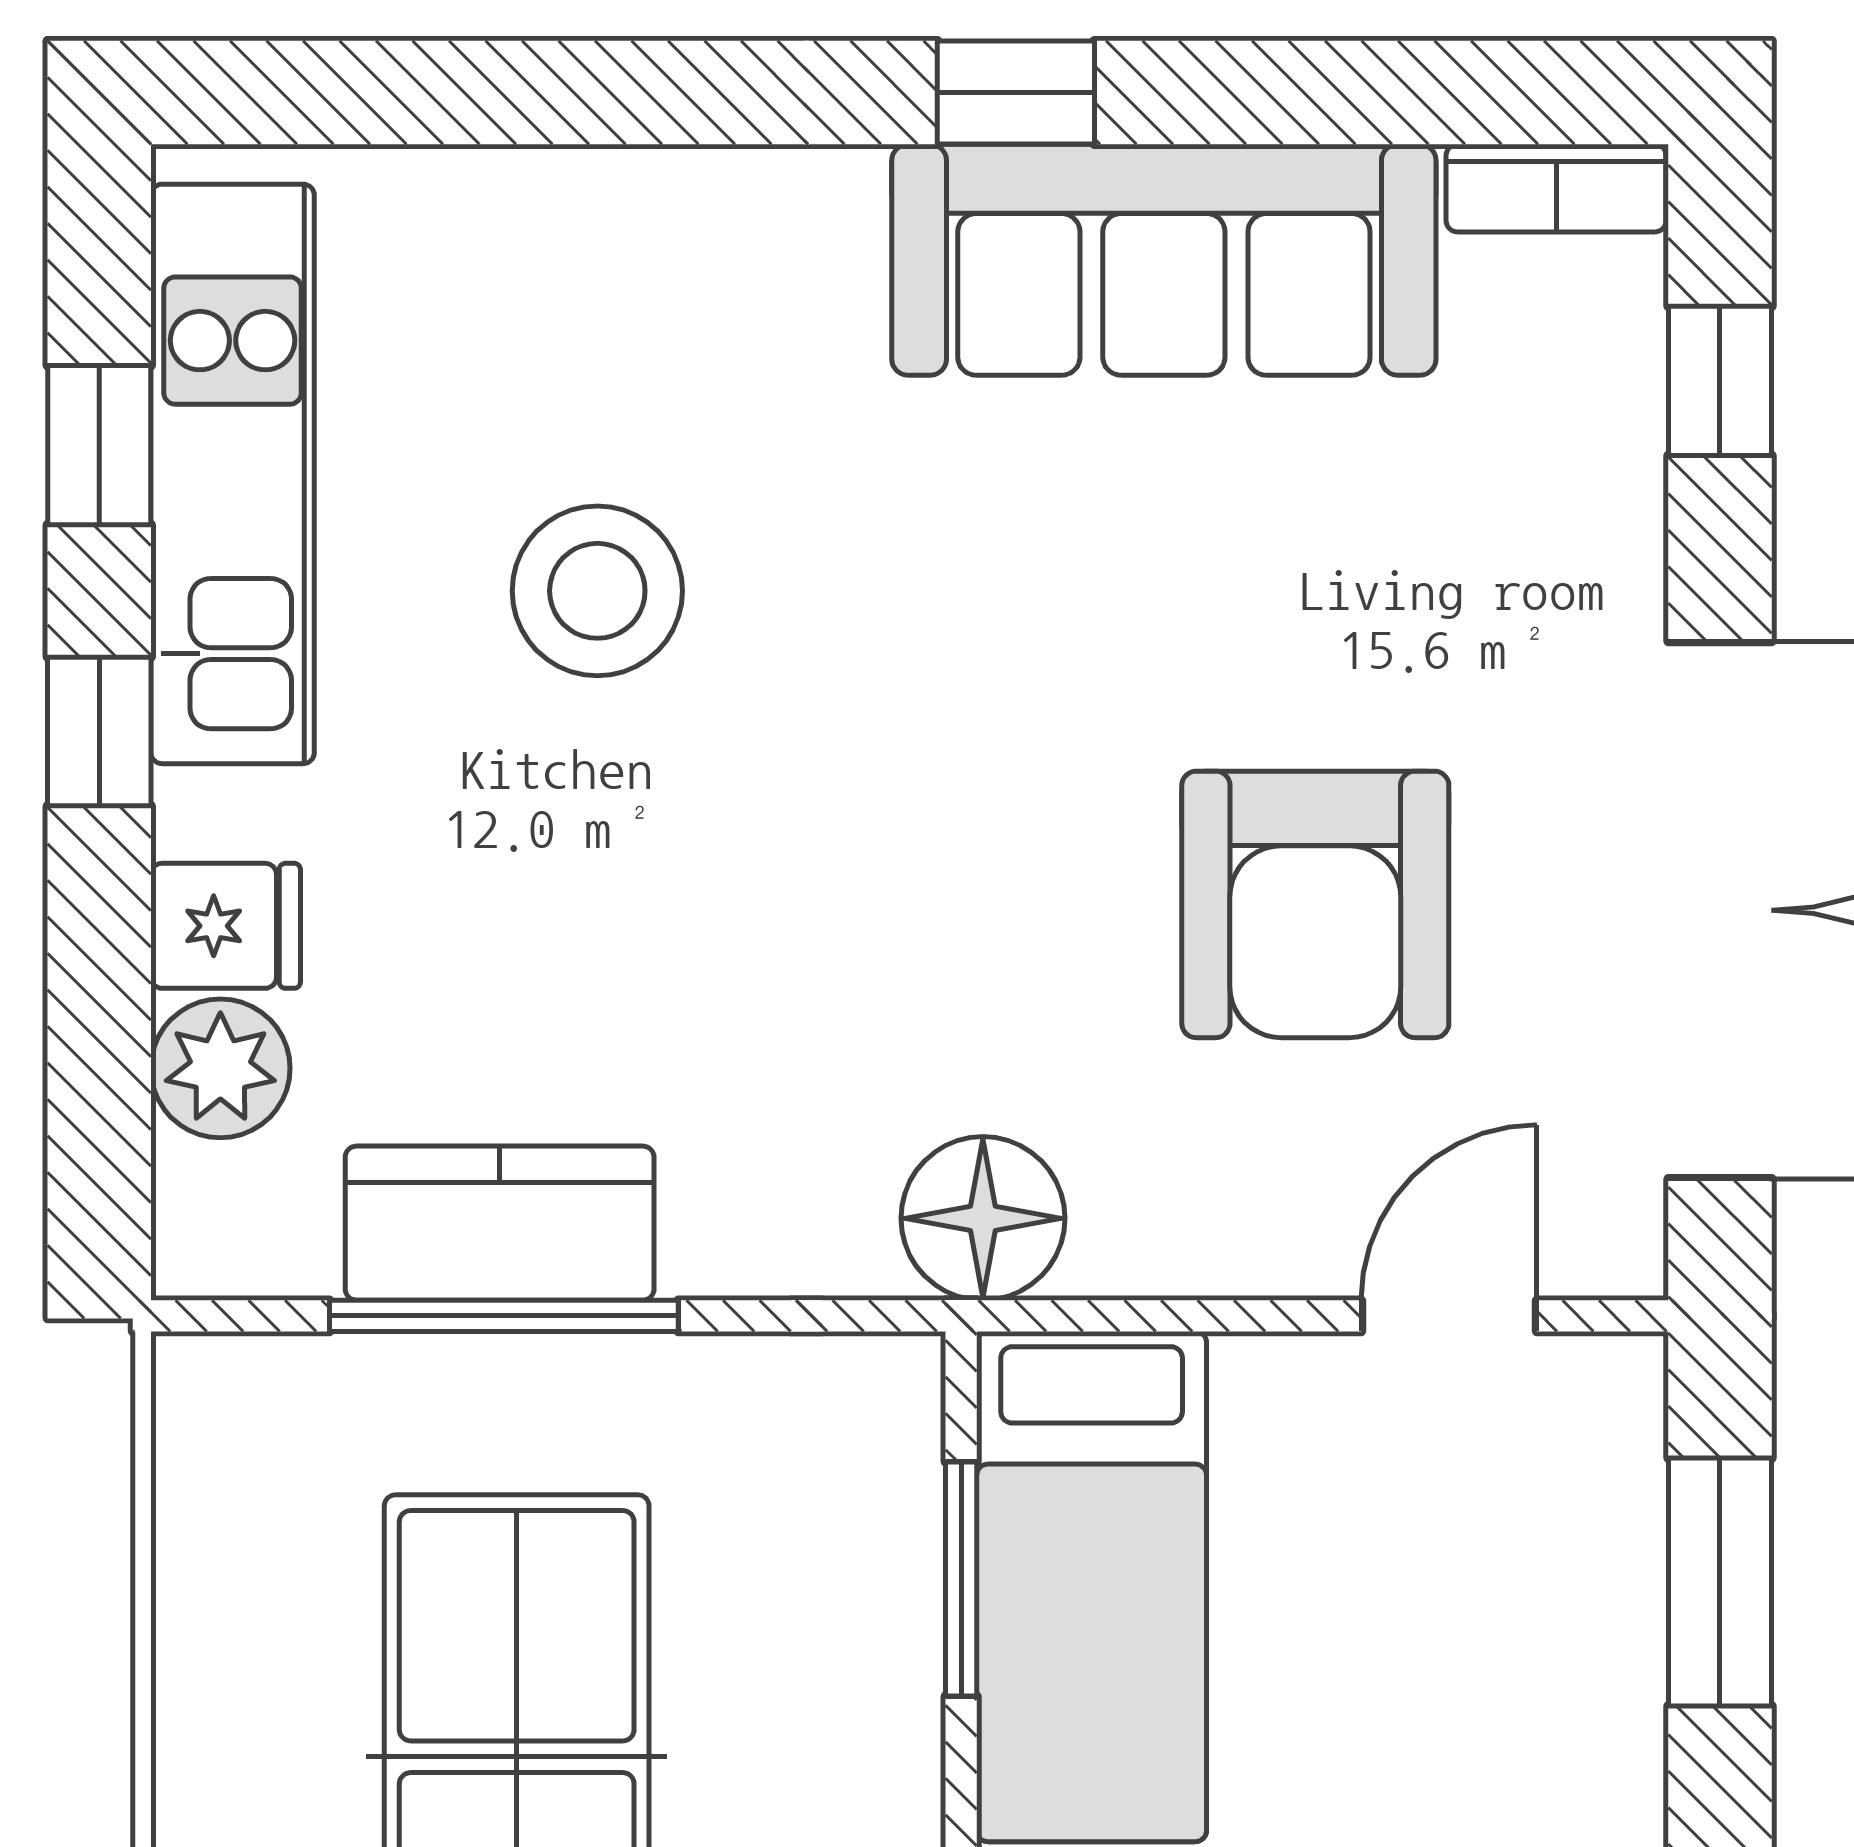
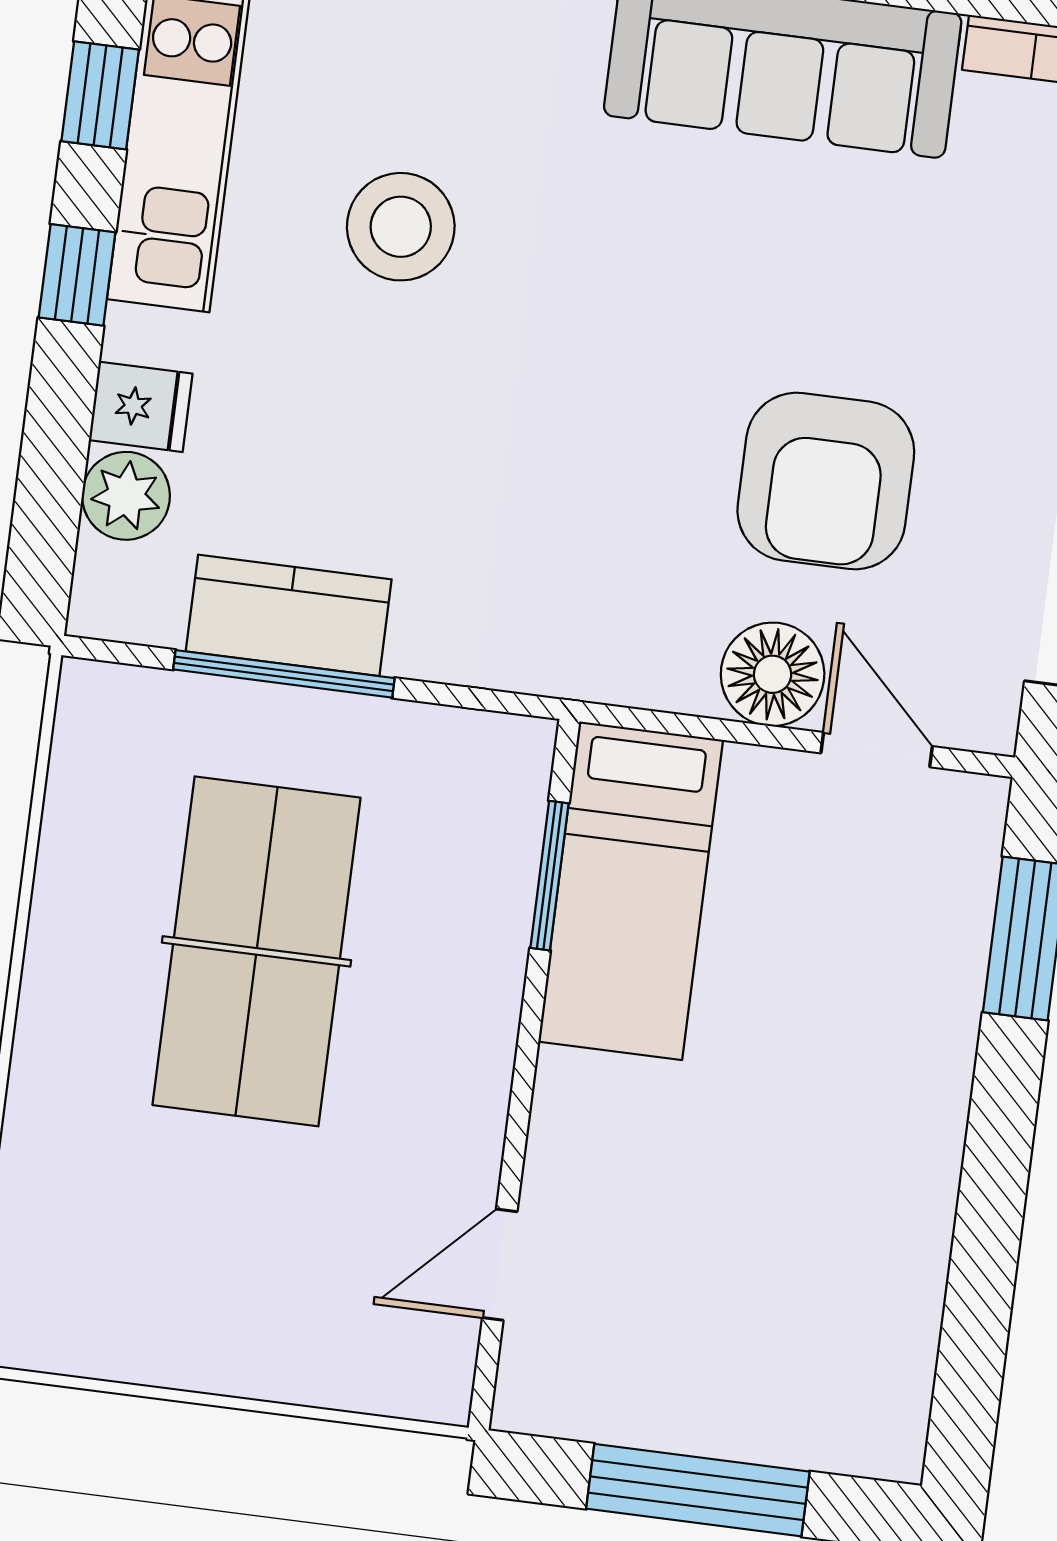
floor lamp: (983, 1218) -> (773, 674), moved
door: (1449, 1316) -> (877, 750), hinge flipped

